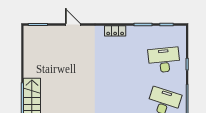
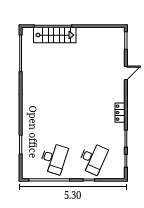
desk: (164, 60) -> (93, 158), turned 30

